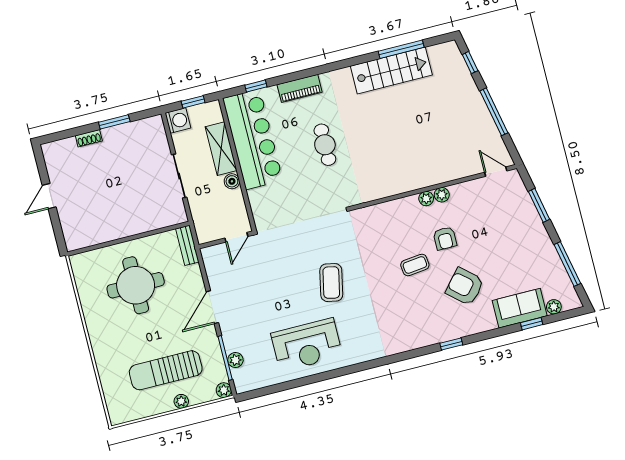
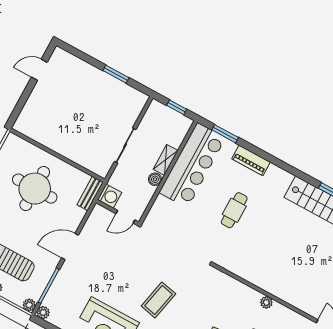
window: (256, 86) -> (225, 134), width x1.50
washing machine: (178, 120) -> (110, 196), moved
shoe rack: (89, 138) -> (91, 70), removed
shelving: (221, 149) -> (166, 160), width x0.67, depth x0.75
plant: (442, 195) -> (278, 309), removed
door: (49, 196) -> (39, 70), moved
plant: (235, 360) -> (43, 313), moved

